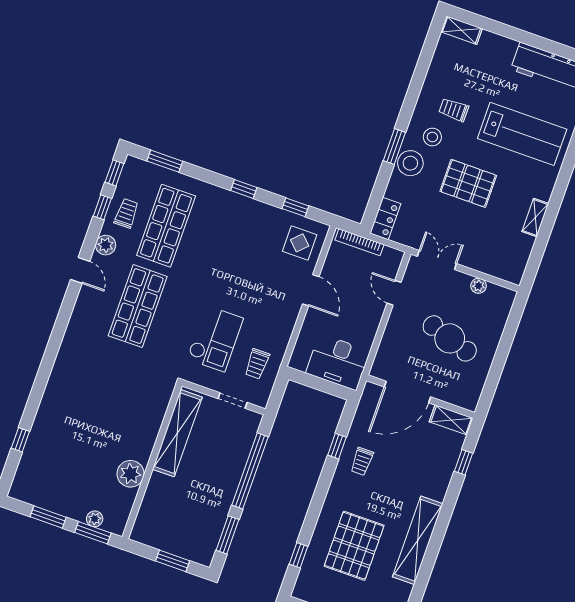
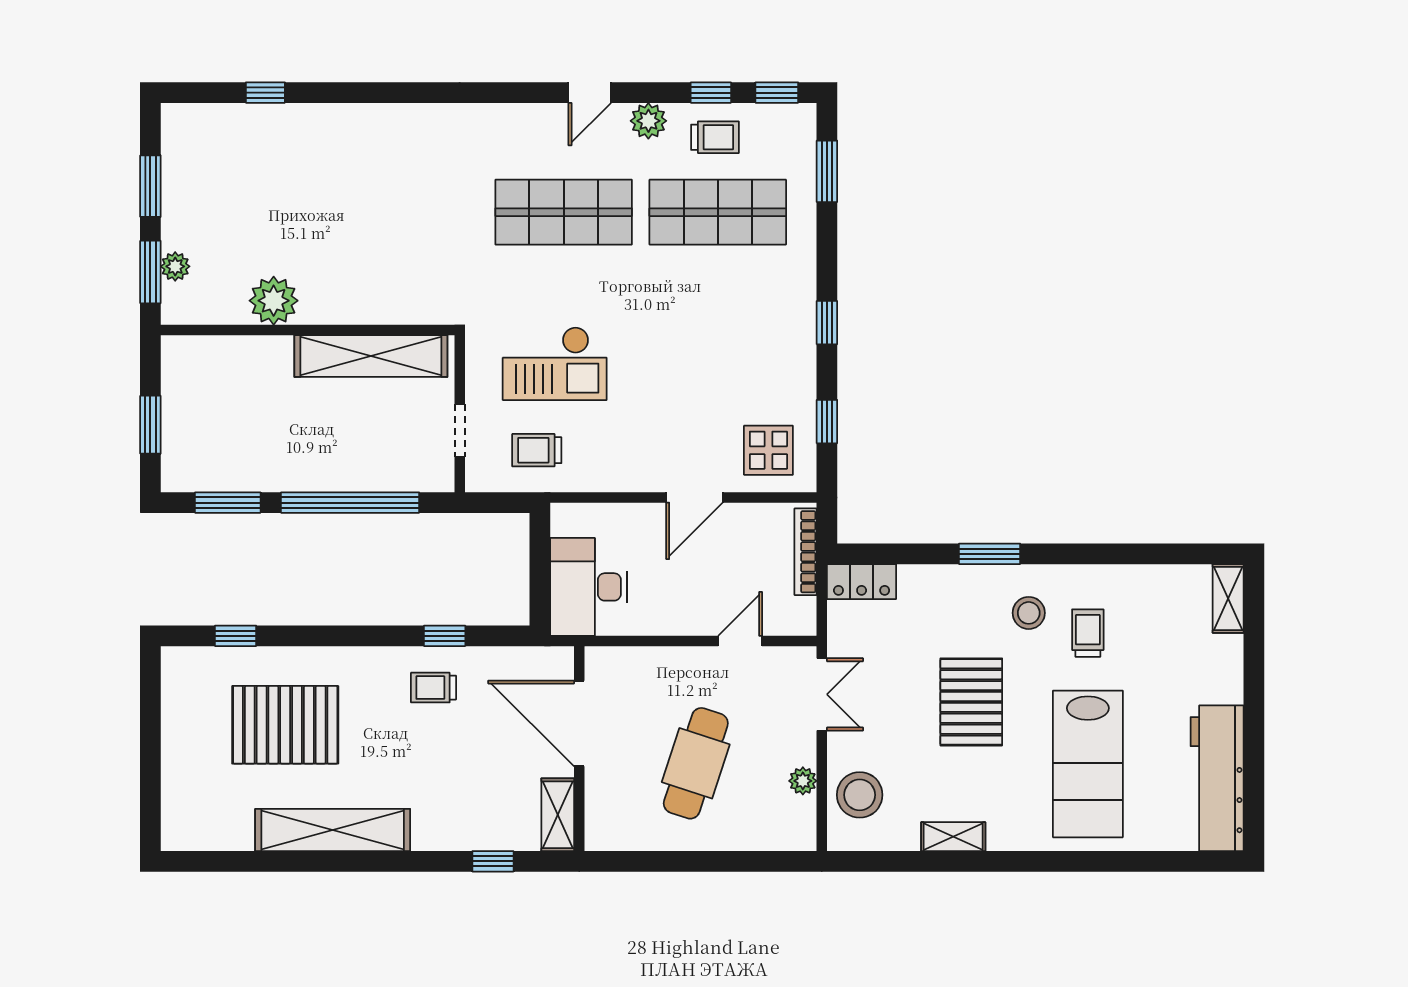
stool: (410, 163) -> (860, 795), moved

